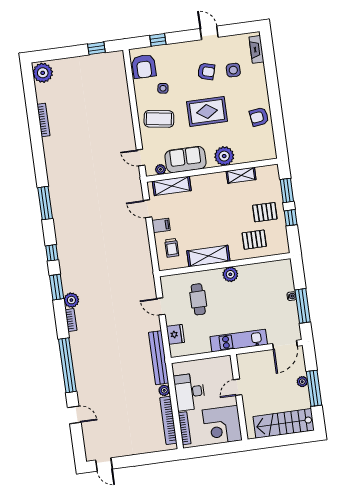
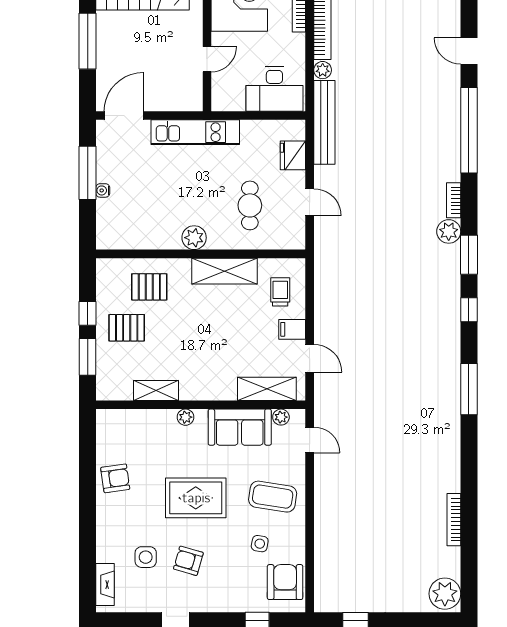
plant: (224, 156) -> (185, 417), width x0.53, depth x0.53
plant: (302, 382) -> (104, 54), removed
desk: (190, 392) -> (274, 89), moved, turned 90

